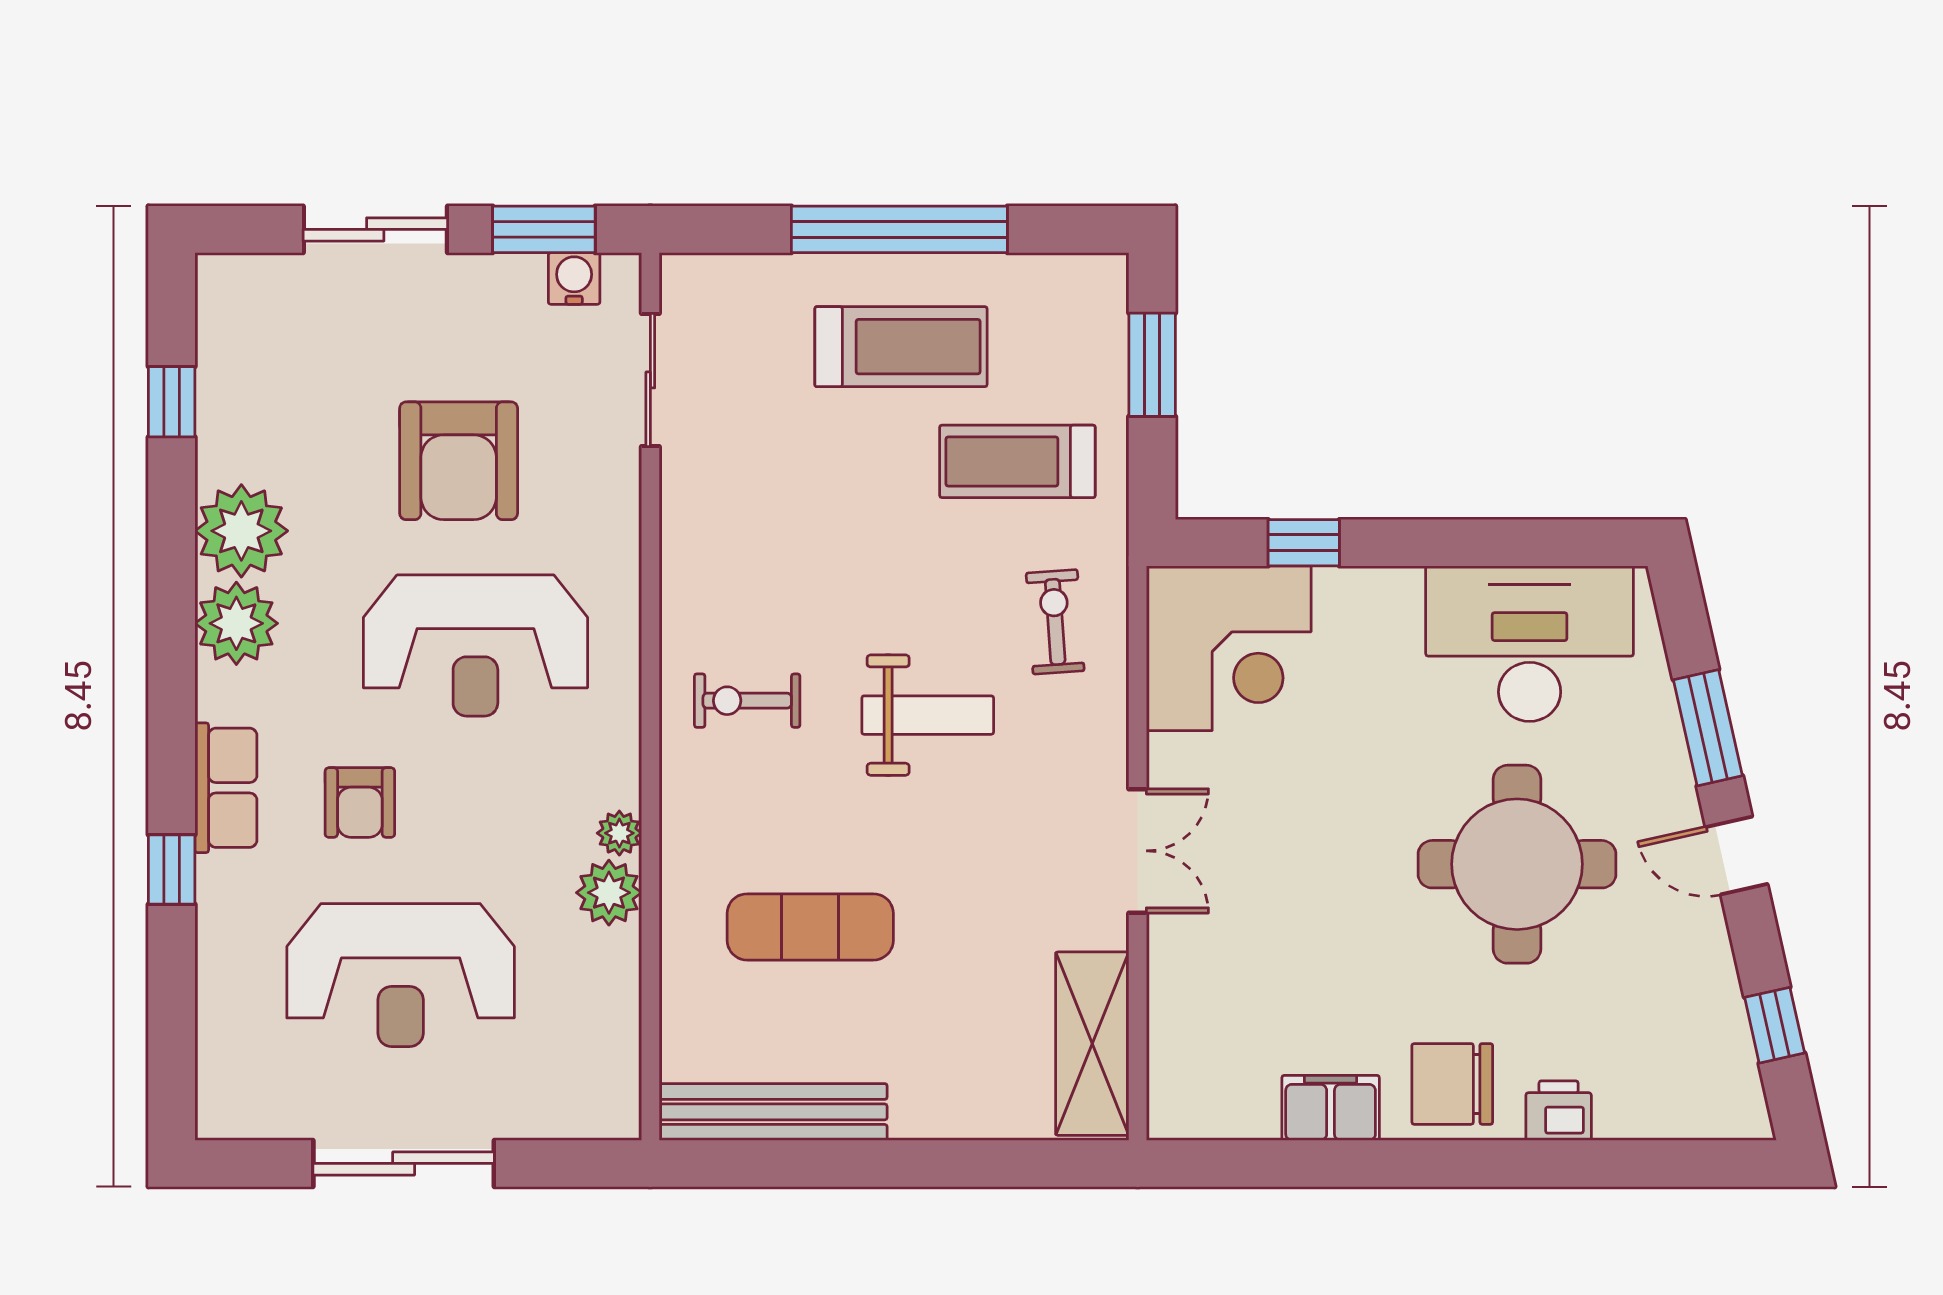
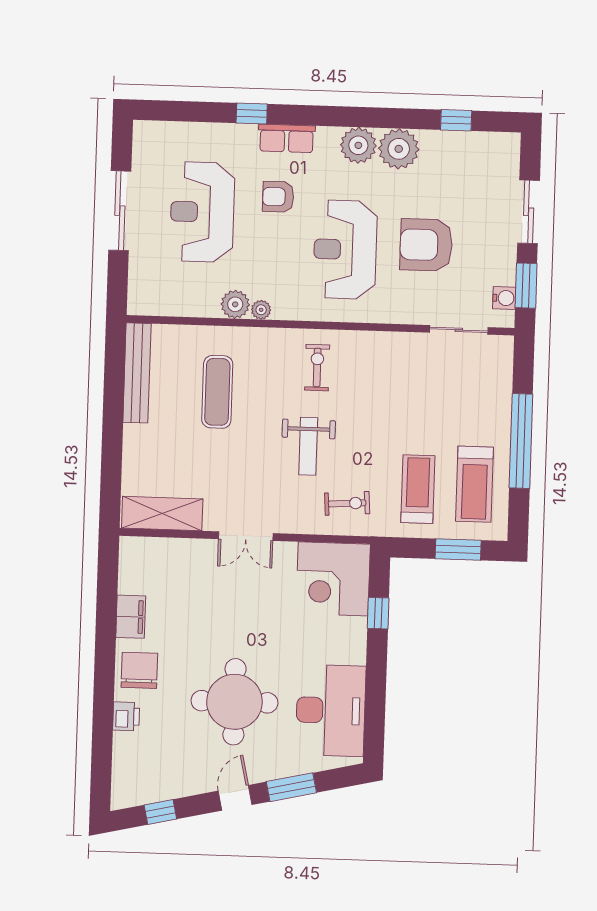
treadmill: (901, 347) -> (475, 484), moved

